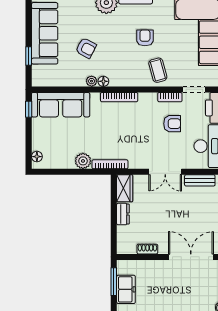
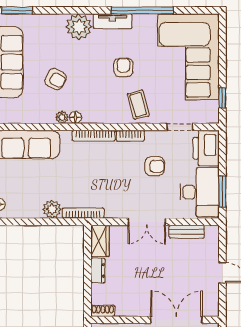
bookcase: (170, 97) -> (130, 136), moved
shoe rack: (147, 249) -> (103, 311), moved

